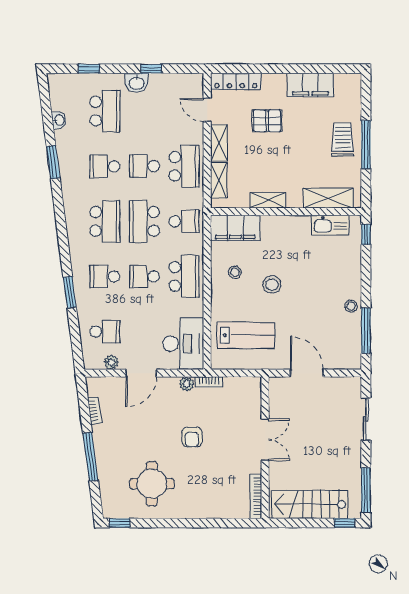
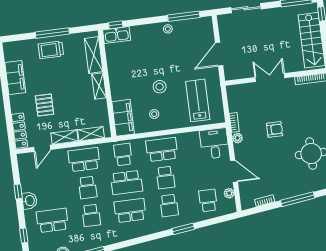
shelving: (268, 200) -> (99, 86), moved
kitchen sink: (330, 225) -> (117, 35), moved, turned 90
desk: (183, 344) -> (214, 143), width x0.73

